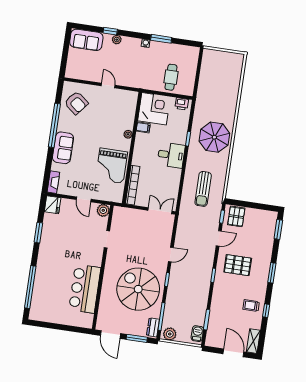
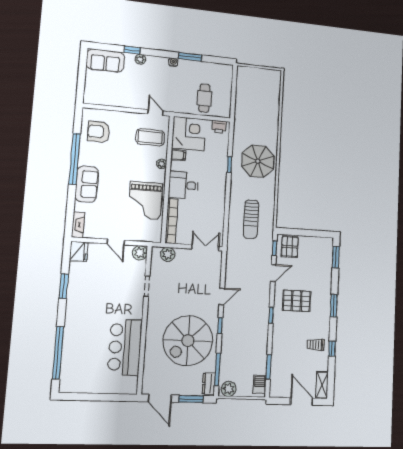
door: (108, 86) -> (155, 113), moved
armchair: (76, 103) -> (99, 132), turned 141
coffee table: (120, 110) -> (150, 137), added
desk: (171, 155) -> (183, 185), moved, turned 180
plant: (127, 214) -> (168, 254), added
spiral stairs: (138, 289) -> (188, 341), turned -90

